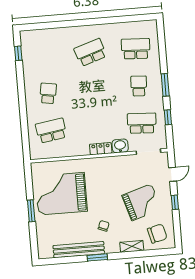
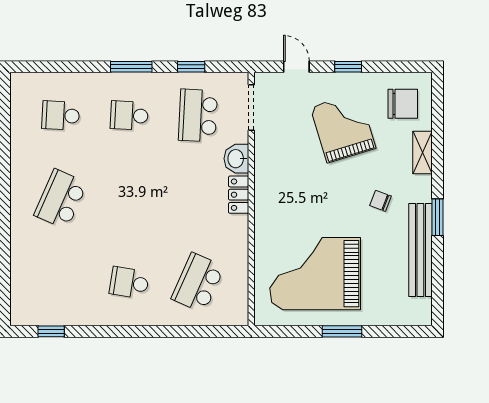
school desk: (136, 49) -> (61, 115), width x0.54
school desk: (90, 52) -> (61, 199), turned 42
school desk: (51, 131) -> (198, 283), turned 33
grand piano: (61, 194) -> (315, 274), turned 90
chair: (157, 234) -> (403, 104), turned 104

